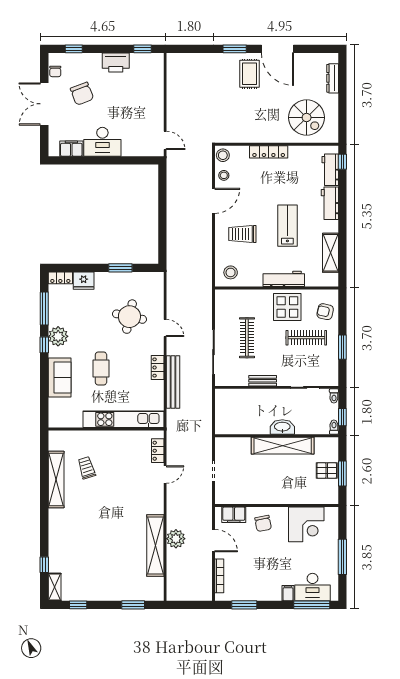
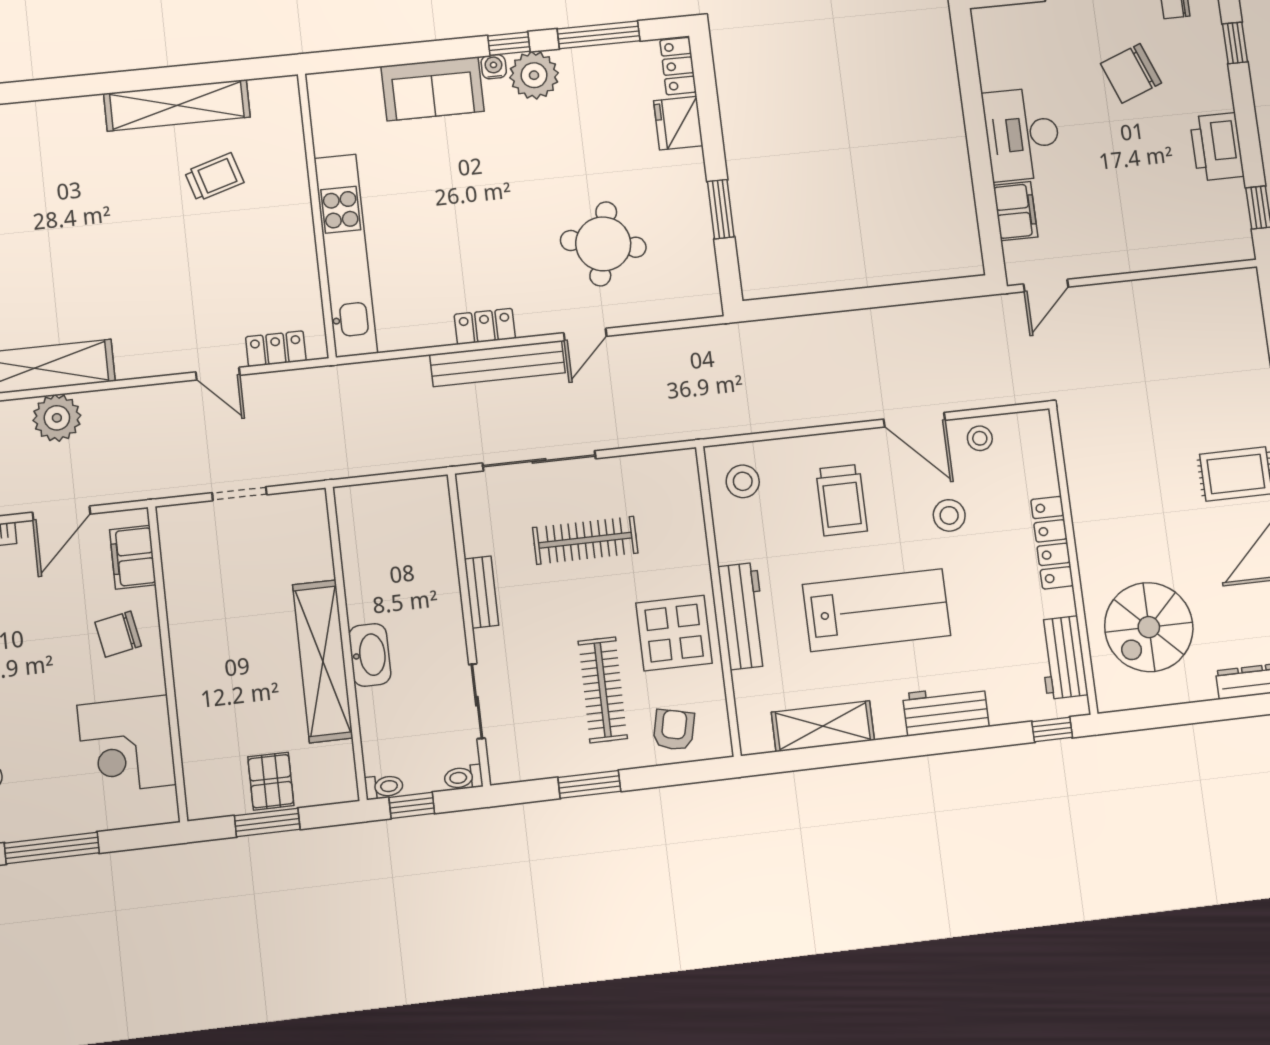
filing cabinet: (71, 149) -> (1016, 211), moved
stool: (223, 155) -> (949, 515), moved
workbench: (330, 170) -> (1063, 658), moved, turned -90
lab bench: (287, 226) -> (877, 610), width x1.36, depth x1.39
trolley: (242, 234) -> (842, 500), turned 180
water cooler: (53, 352) -> (494, 67), added
cafe table: (101, 369) -> (466, 187), removed
bench: (173, 382) -> (498, 364), moved

